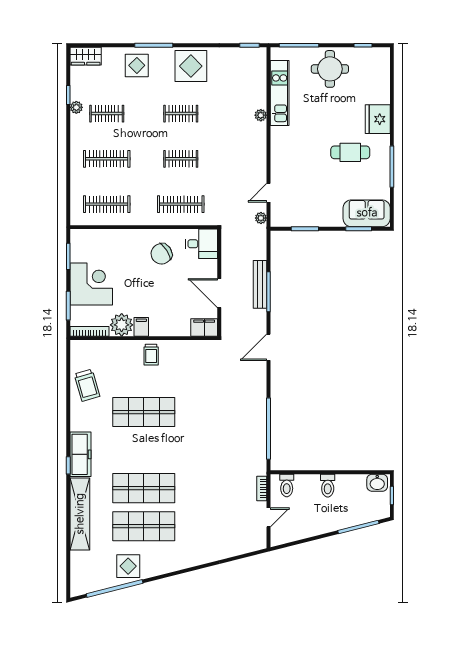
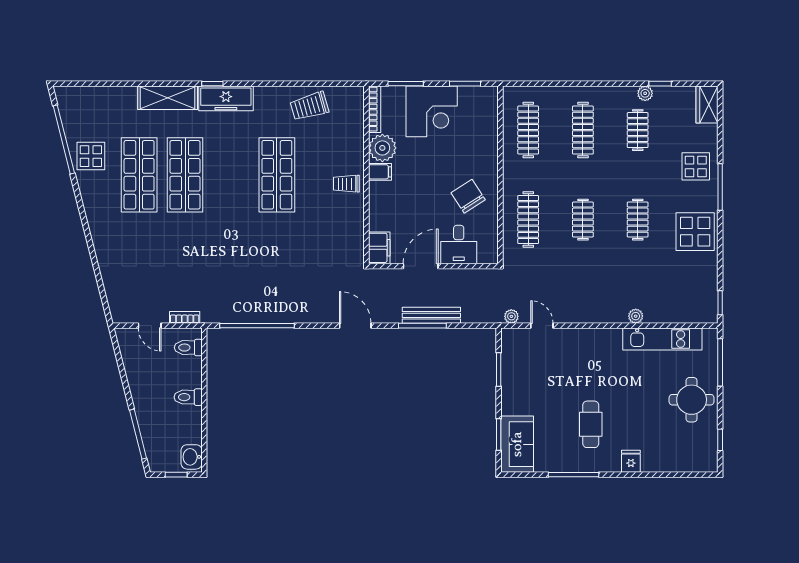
fridge: (378, 119) -> (631, 461), width x0.53, depth x0.75
desk: (201, 244) -> (459, 245), moved
shelving: (80, 514) -> (168, 98), width x0.68

